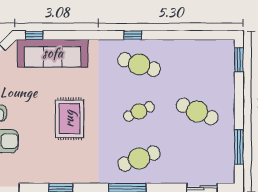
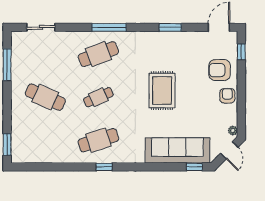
cafe table: (139, 64) -> (98, 140), turned -36

